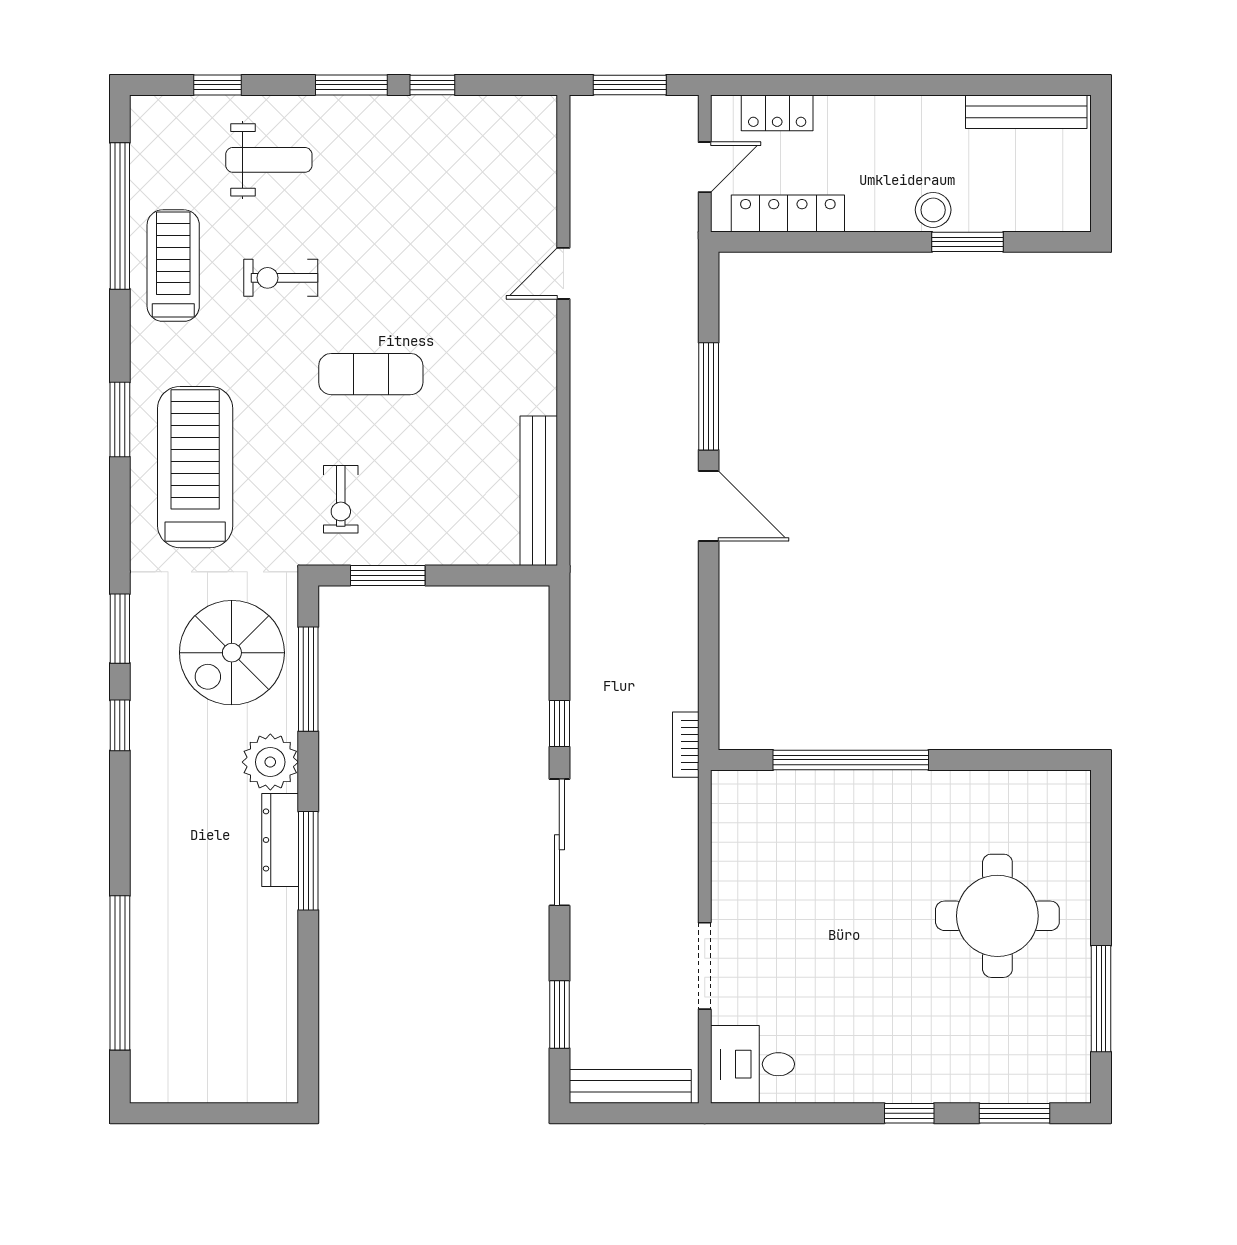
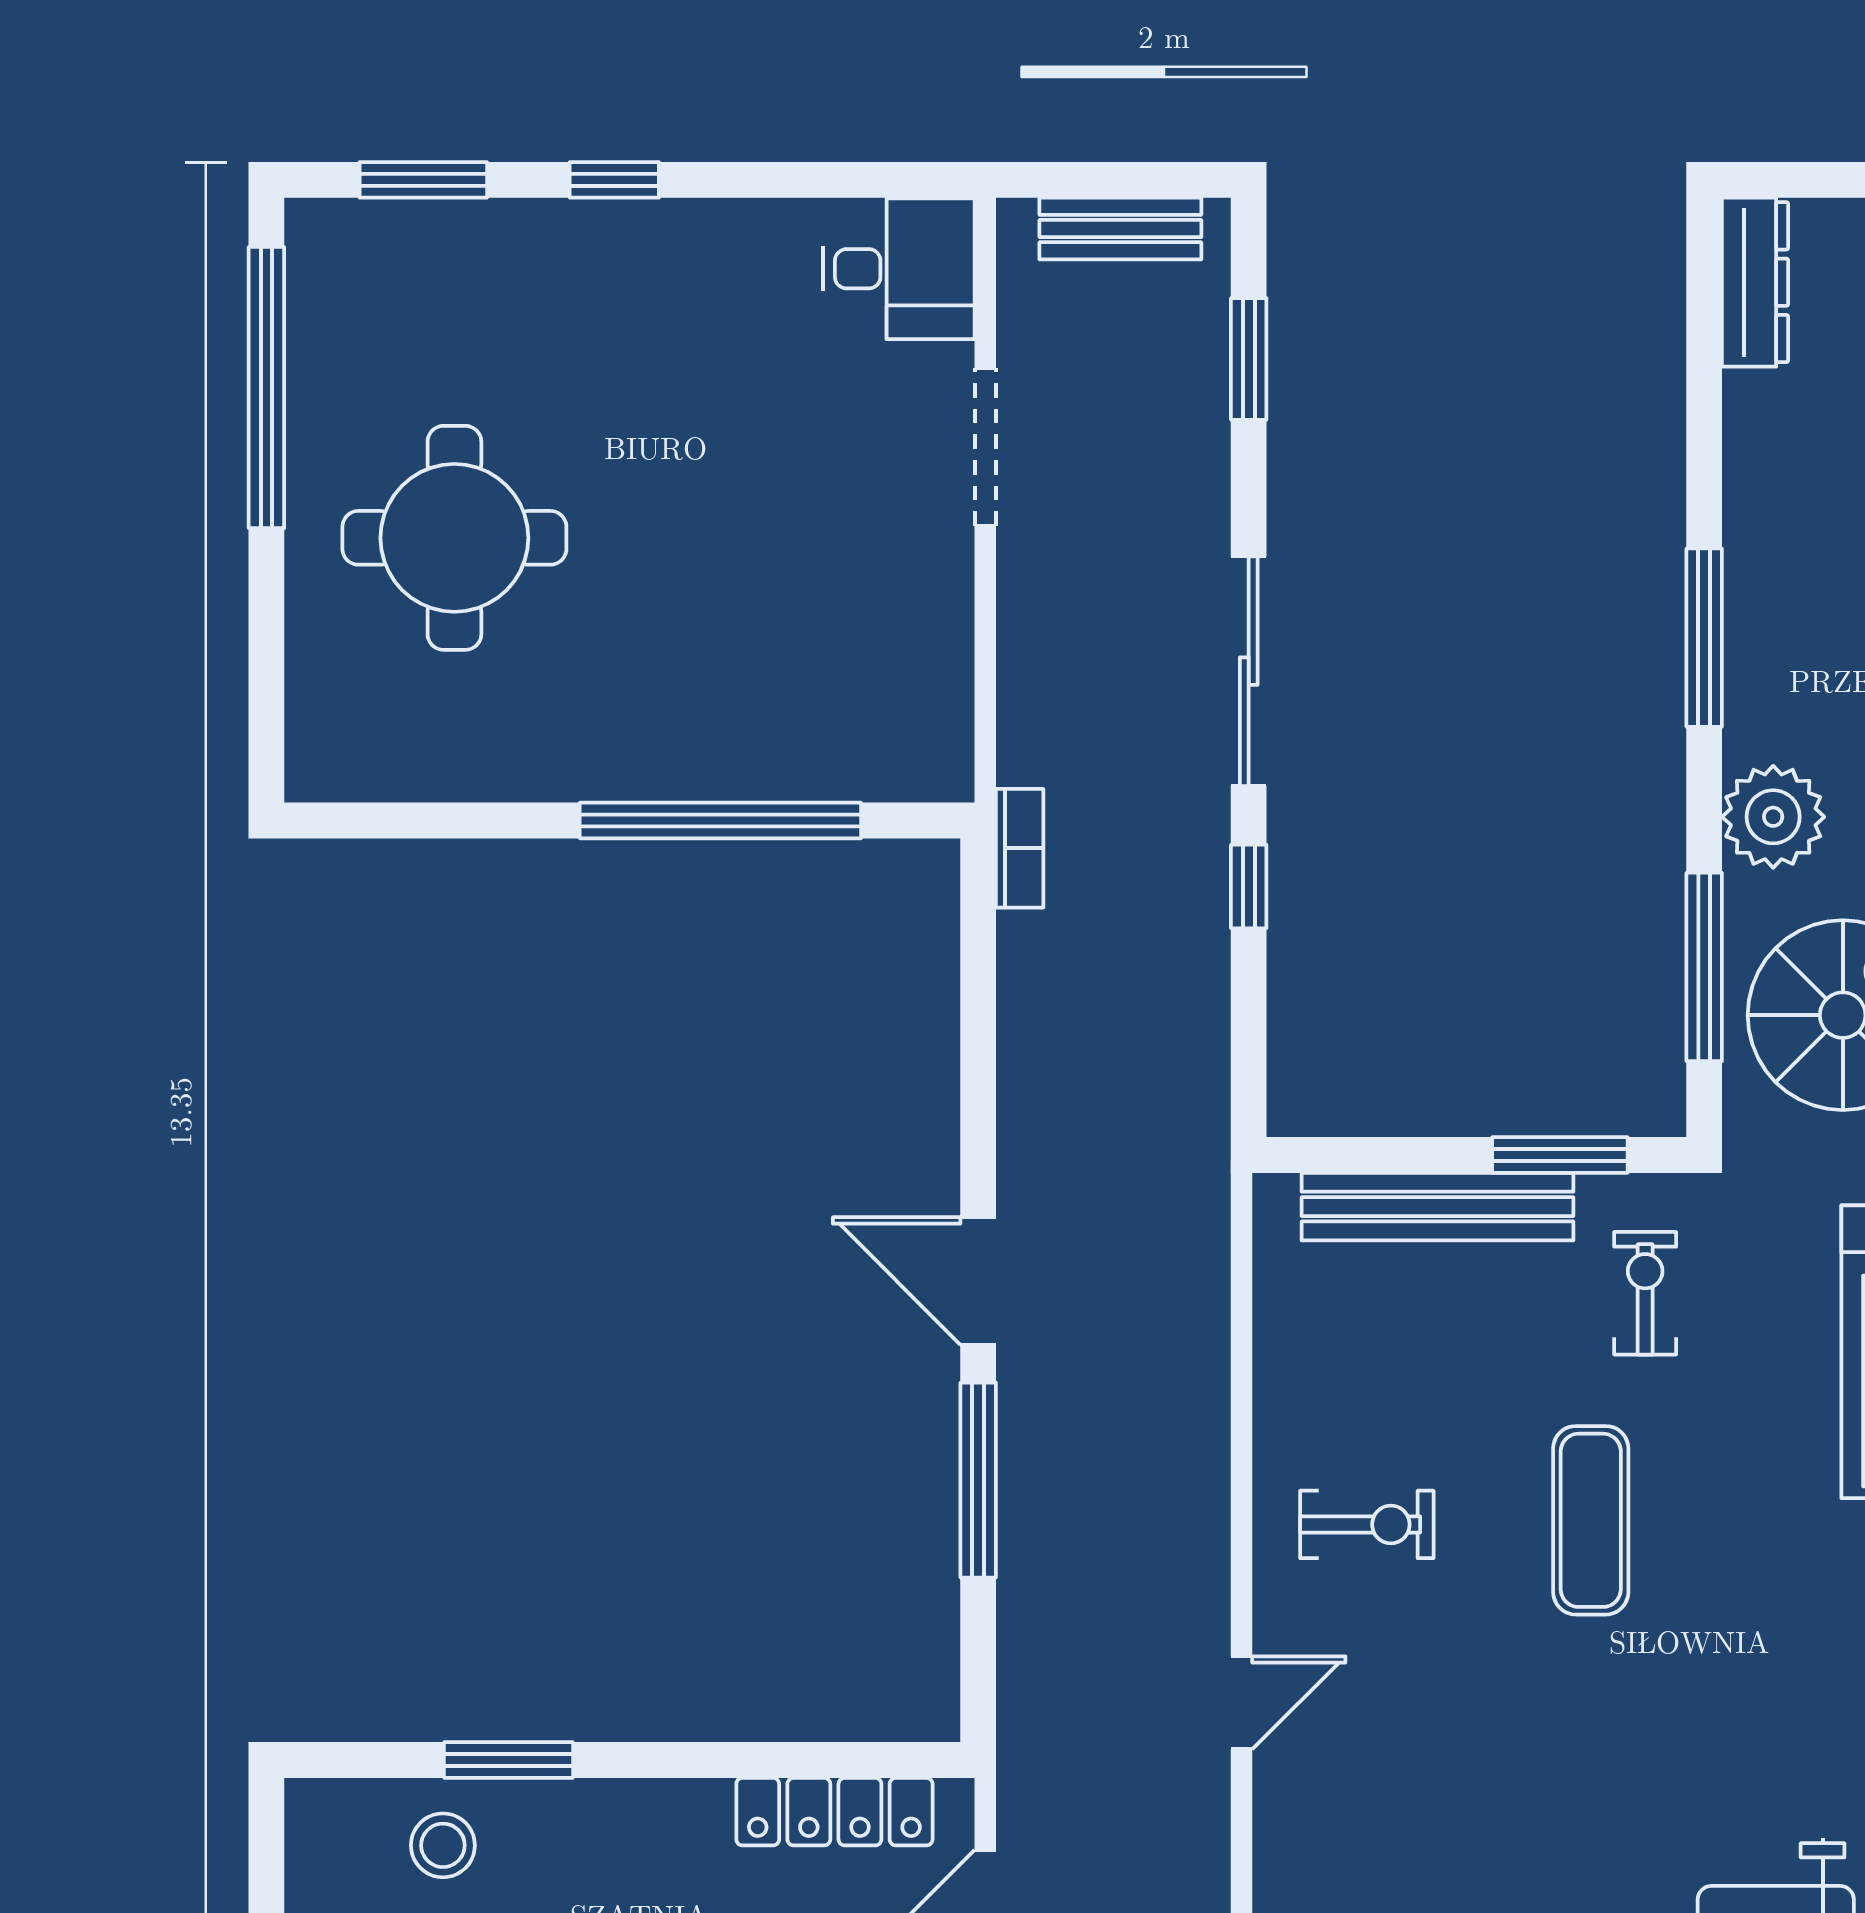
stool: (933, 210) -> (443, 1845), moved
exercise bike: (281, 278) -> (1367, 1524), moved
exercise mat: (371, 374) -> (1591, 1520), turned 90
bench: (539, 491) -> (1437, 1207), moved, turned 90
dresser: (280, 840) -> (1755, 282), moved
window: (1101, 999) -> (266, 388), width x1.46
bench: (630, 1086) -> (1120, 229), width x0.73

